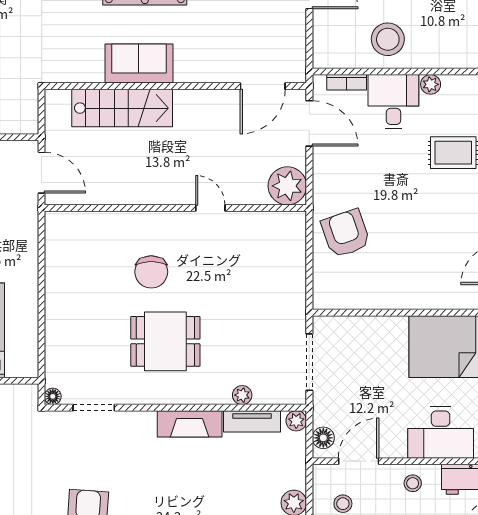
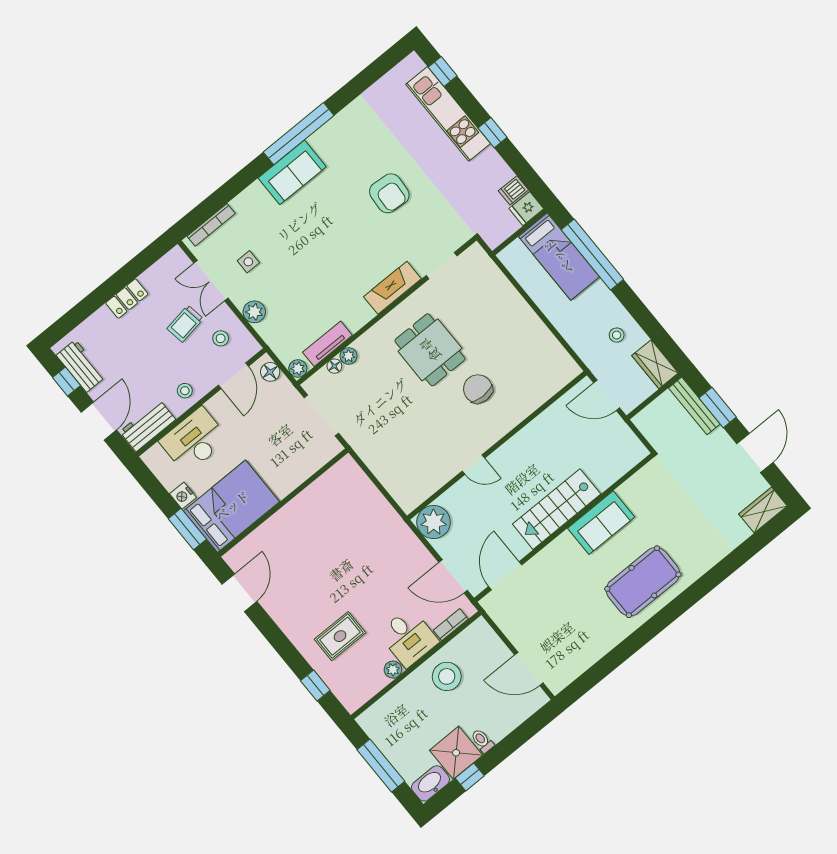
stairs: (122, 108) -> (557, 509), moved
armchair: (346, 233) -> (368, 522), removed
dining table: (165, 341) -> (430, 350), turned 90
floor lamp: (53, 396) -> (334, 366), moved
fireplace: (190, 424) -> (392, 288), moved

